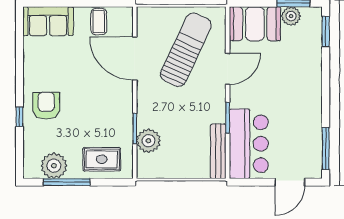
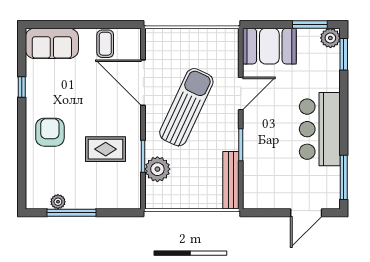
plant: (291, 16) -> (330, 38), moved
sun lounger: (186, 50) -> (186, 107), moved
window: (19, 117) -> (22, 87), moved
bar counter: (249, 144) -> (320, 129), moved, turned 180
rug: (102, 159) -> (106, 149), moved
plant: (54, 166) -> (58, 202), width x0.53, depth x0.53

